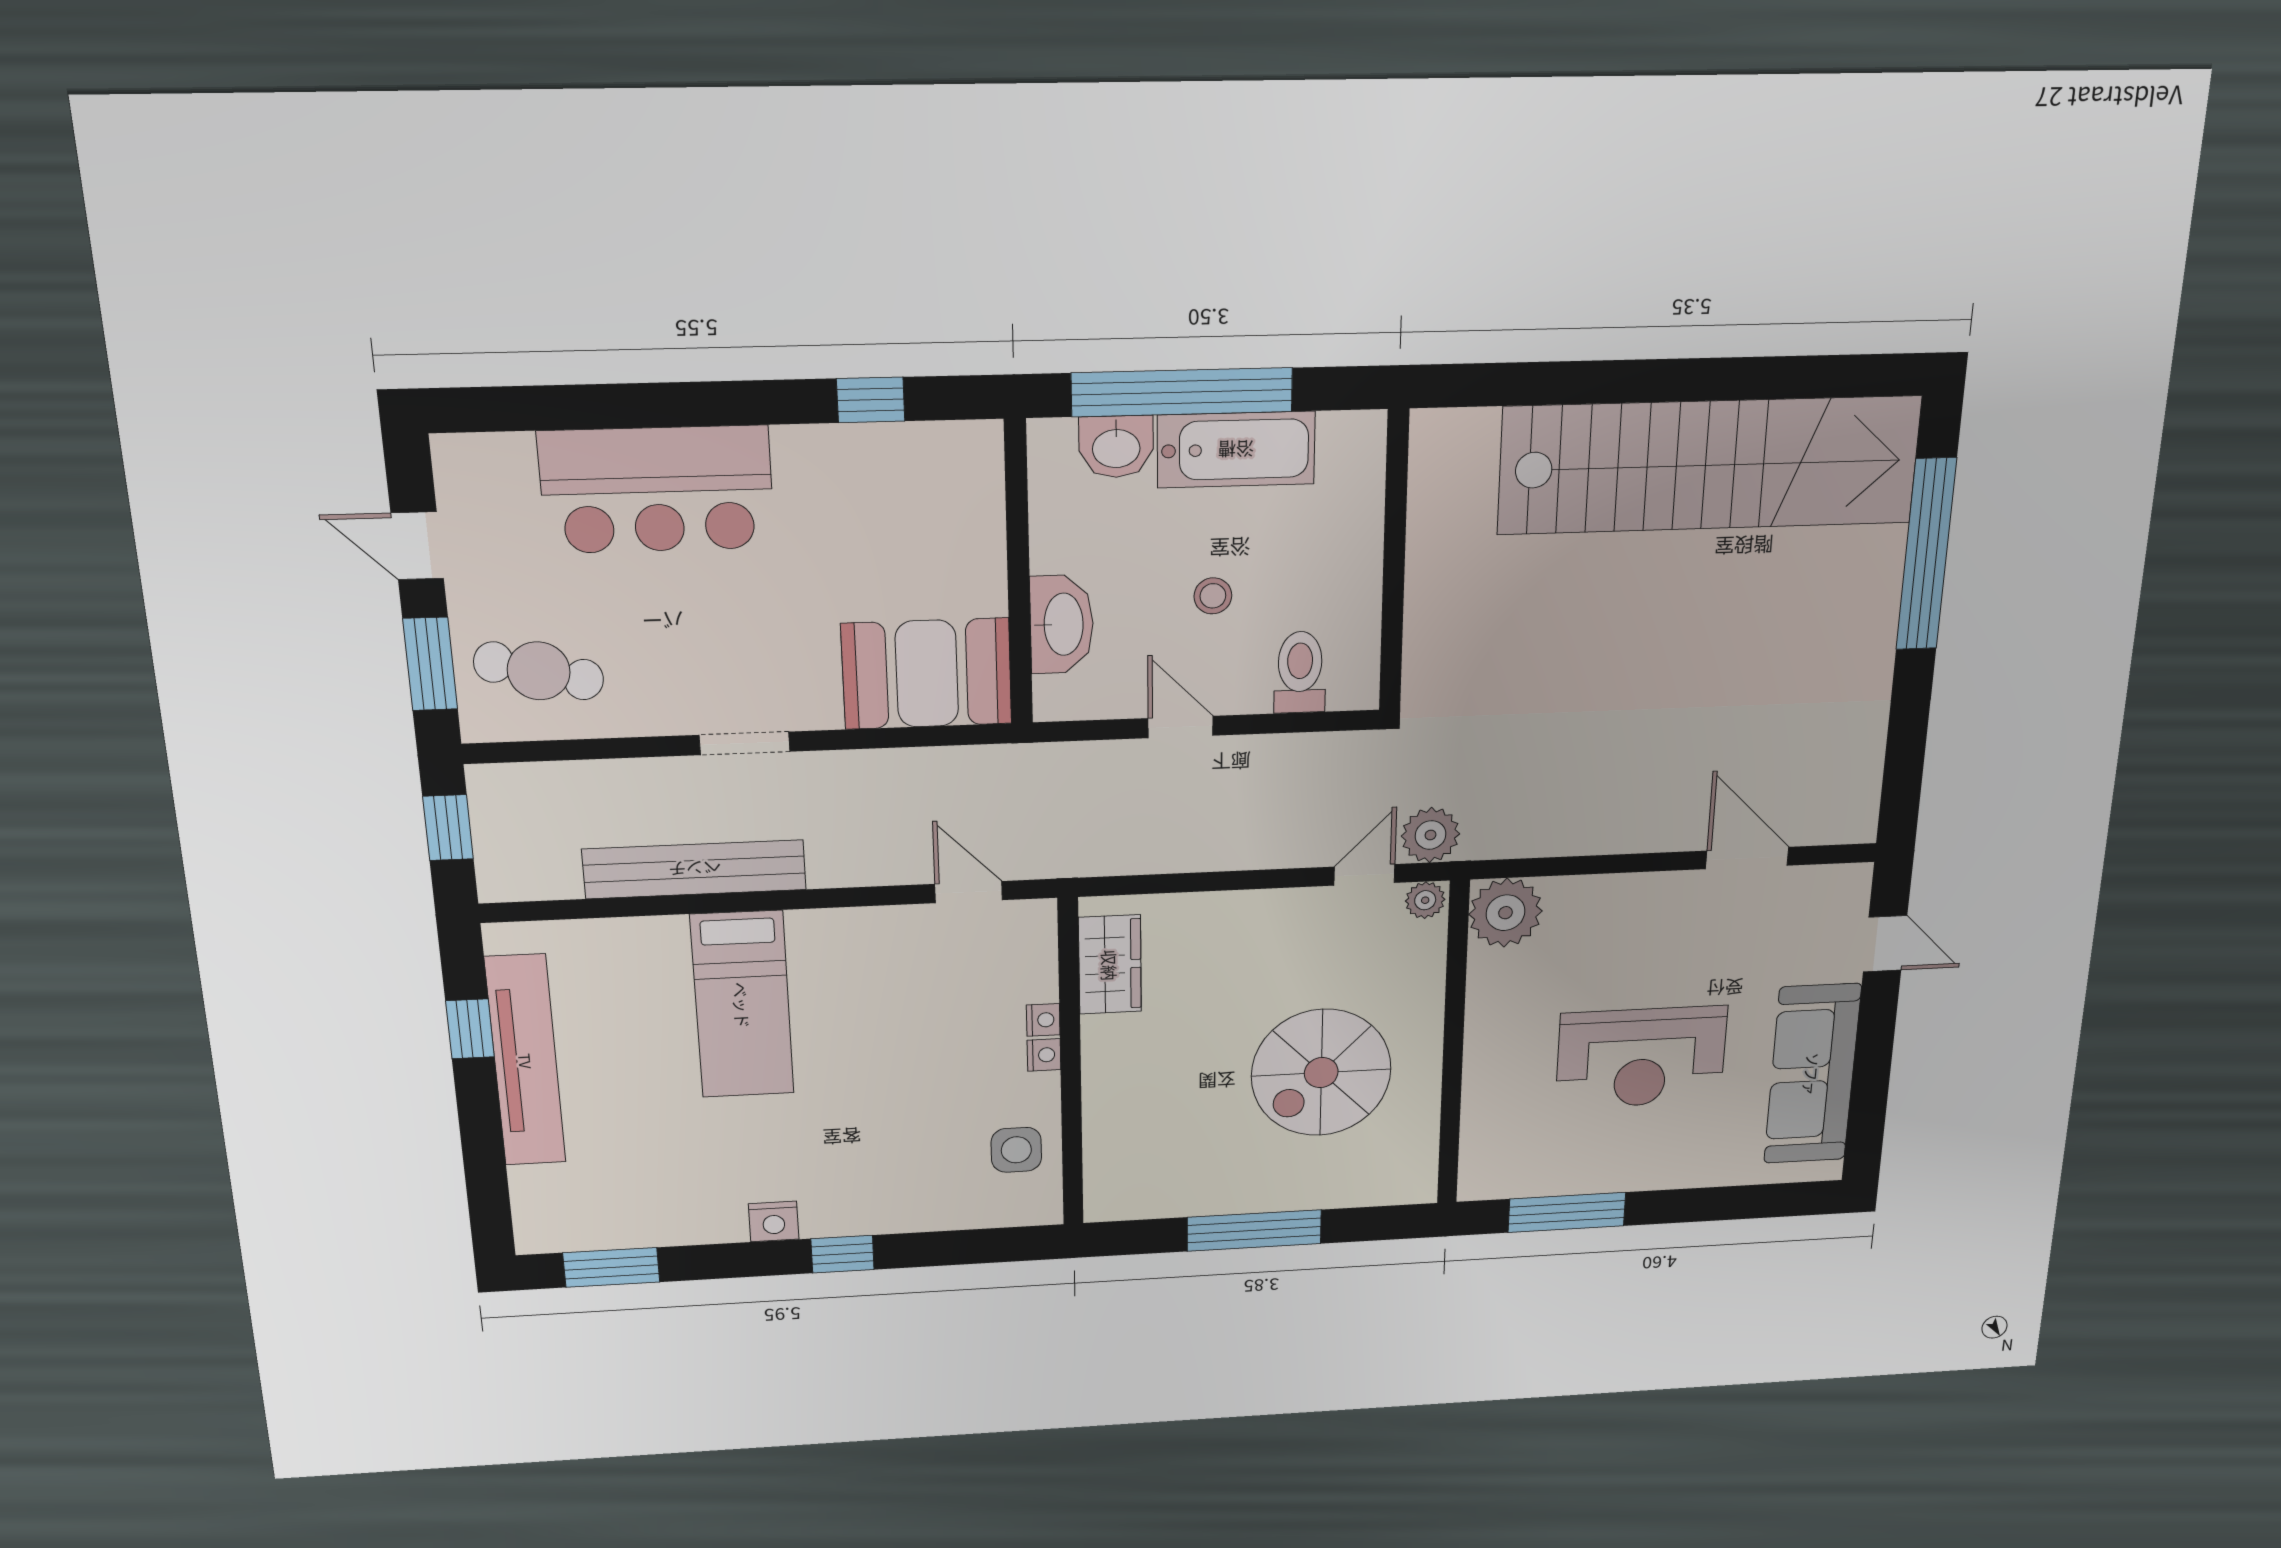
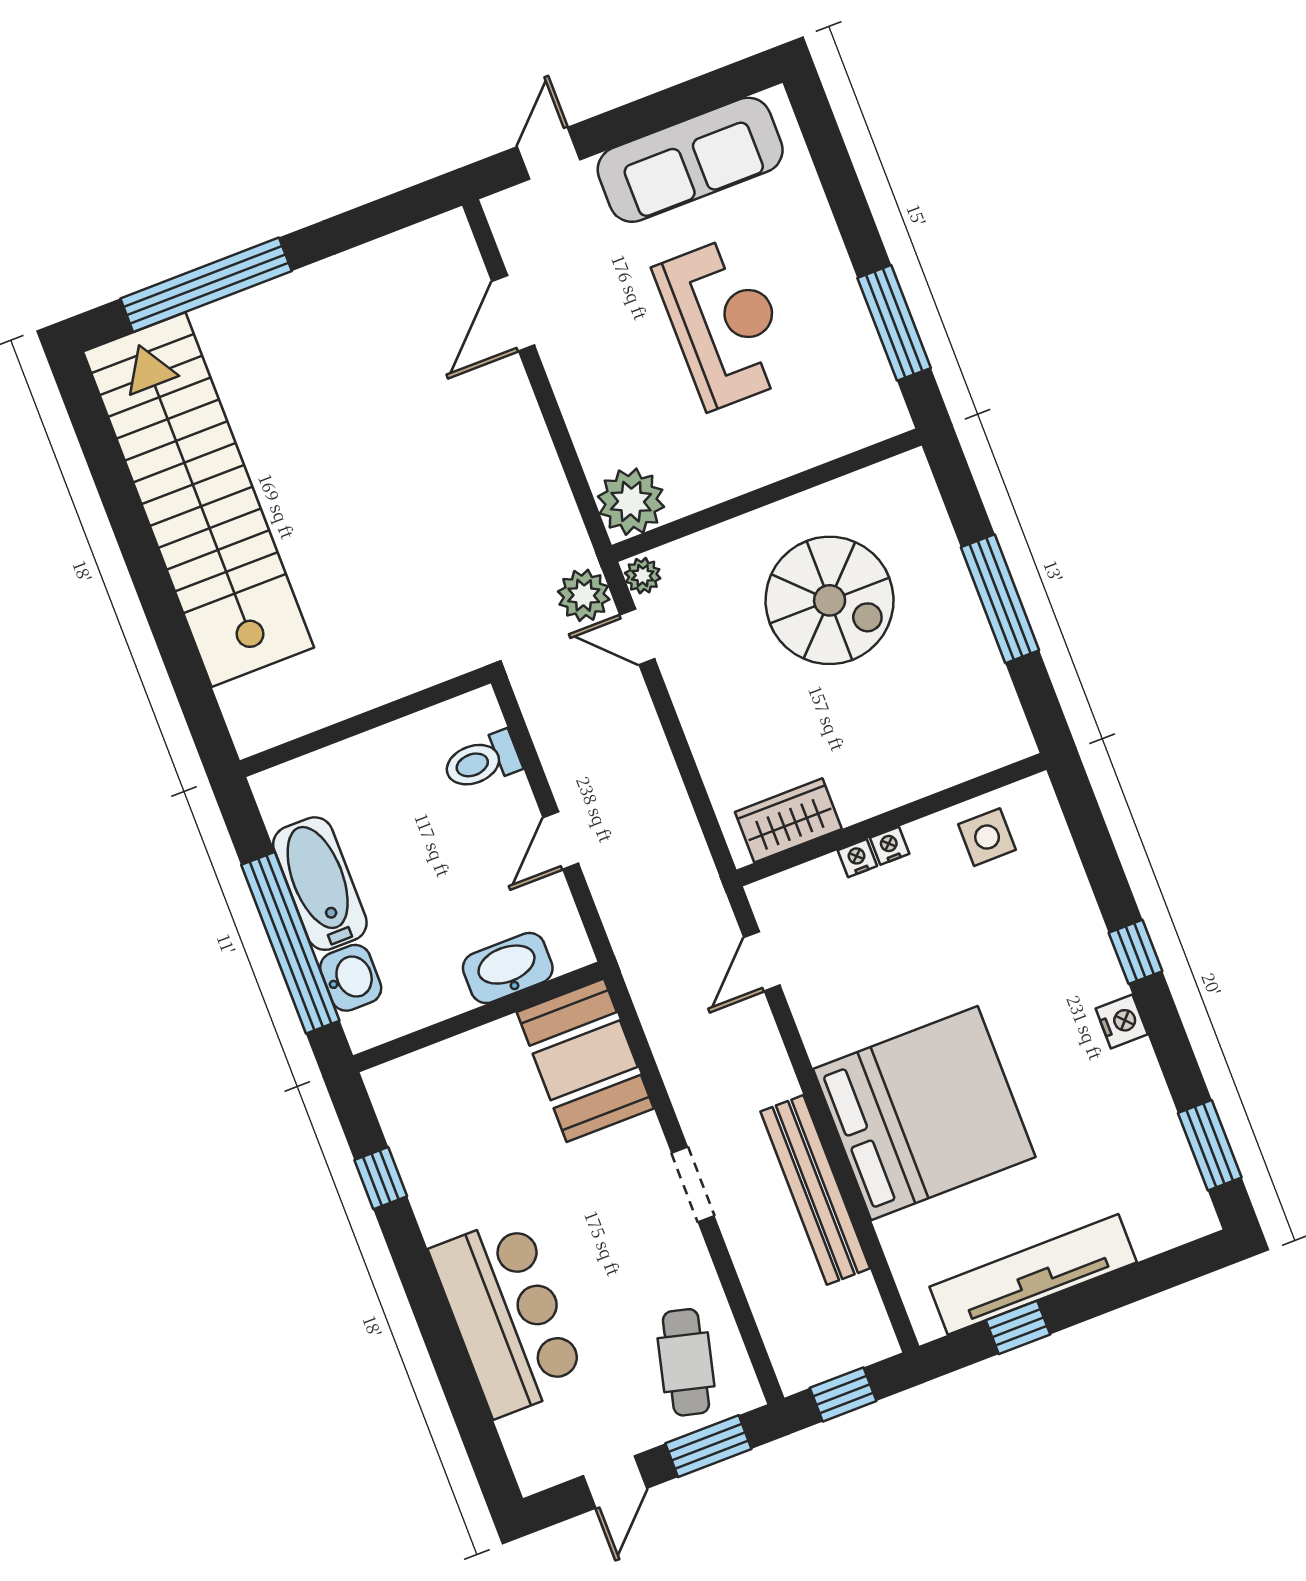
stool: (1213, 596) -> (443, 856), removed
bed: (742, 1005) -> (924, 1113), width x2.04

